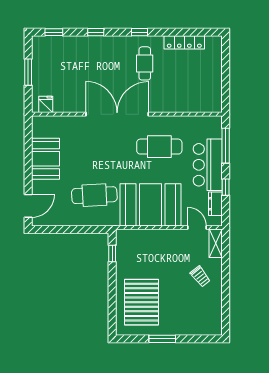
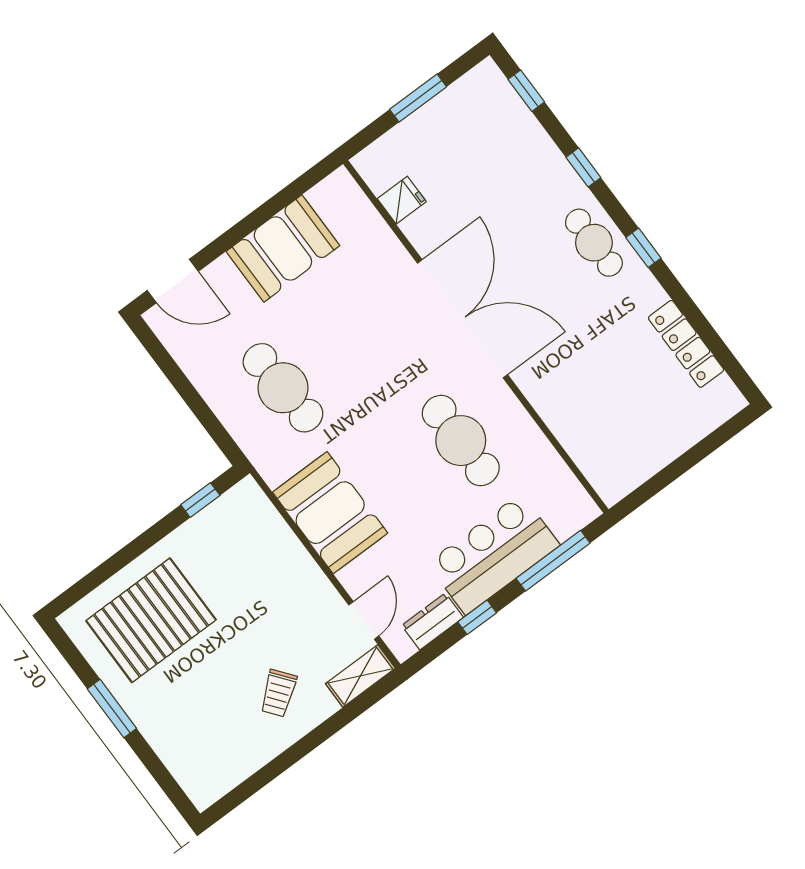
cafe table: (145, 63) -> (594, 243), moved, turned 90
fridge: (46, 104) -> (402, 200), moved
booth: (150, 205) -> (330, 513), width x0.73, depth x0.70

